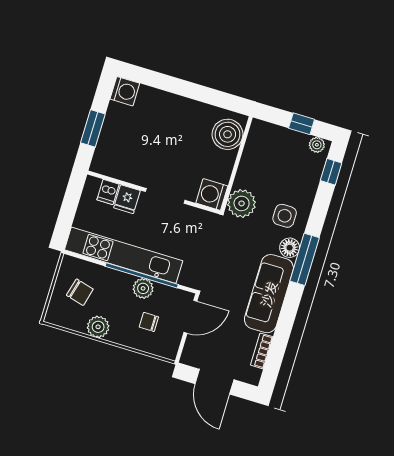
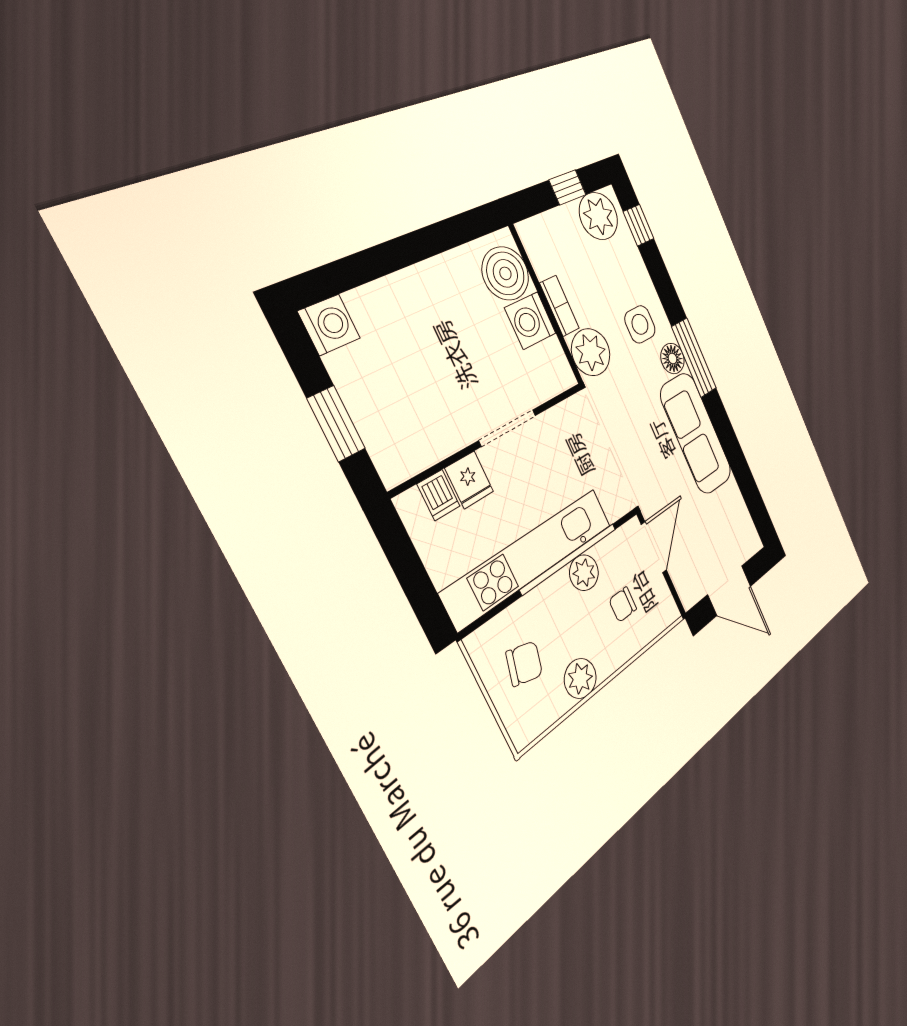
plant: (317, 145) -> (599, 216), width x1.88, depth x1.88
washing machine: (212, 194) -> (530, 321), moved
bookcase: (262, 351) -> (560, 306), moved, turned 180

